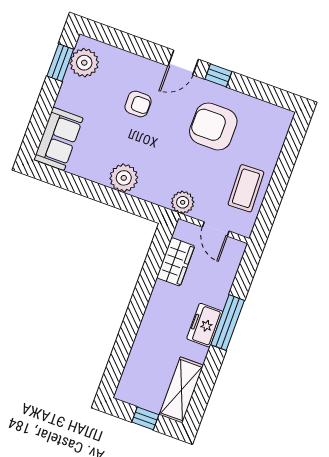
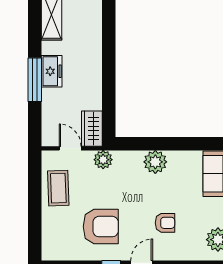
armchair: (138, 104) -> (165, 223), turned 180
wardrobe: (176, 262) -> (92, 129), moved

